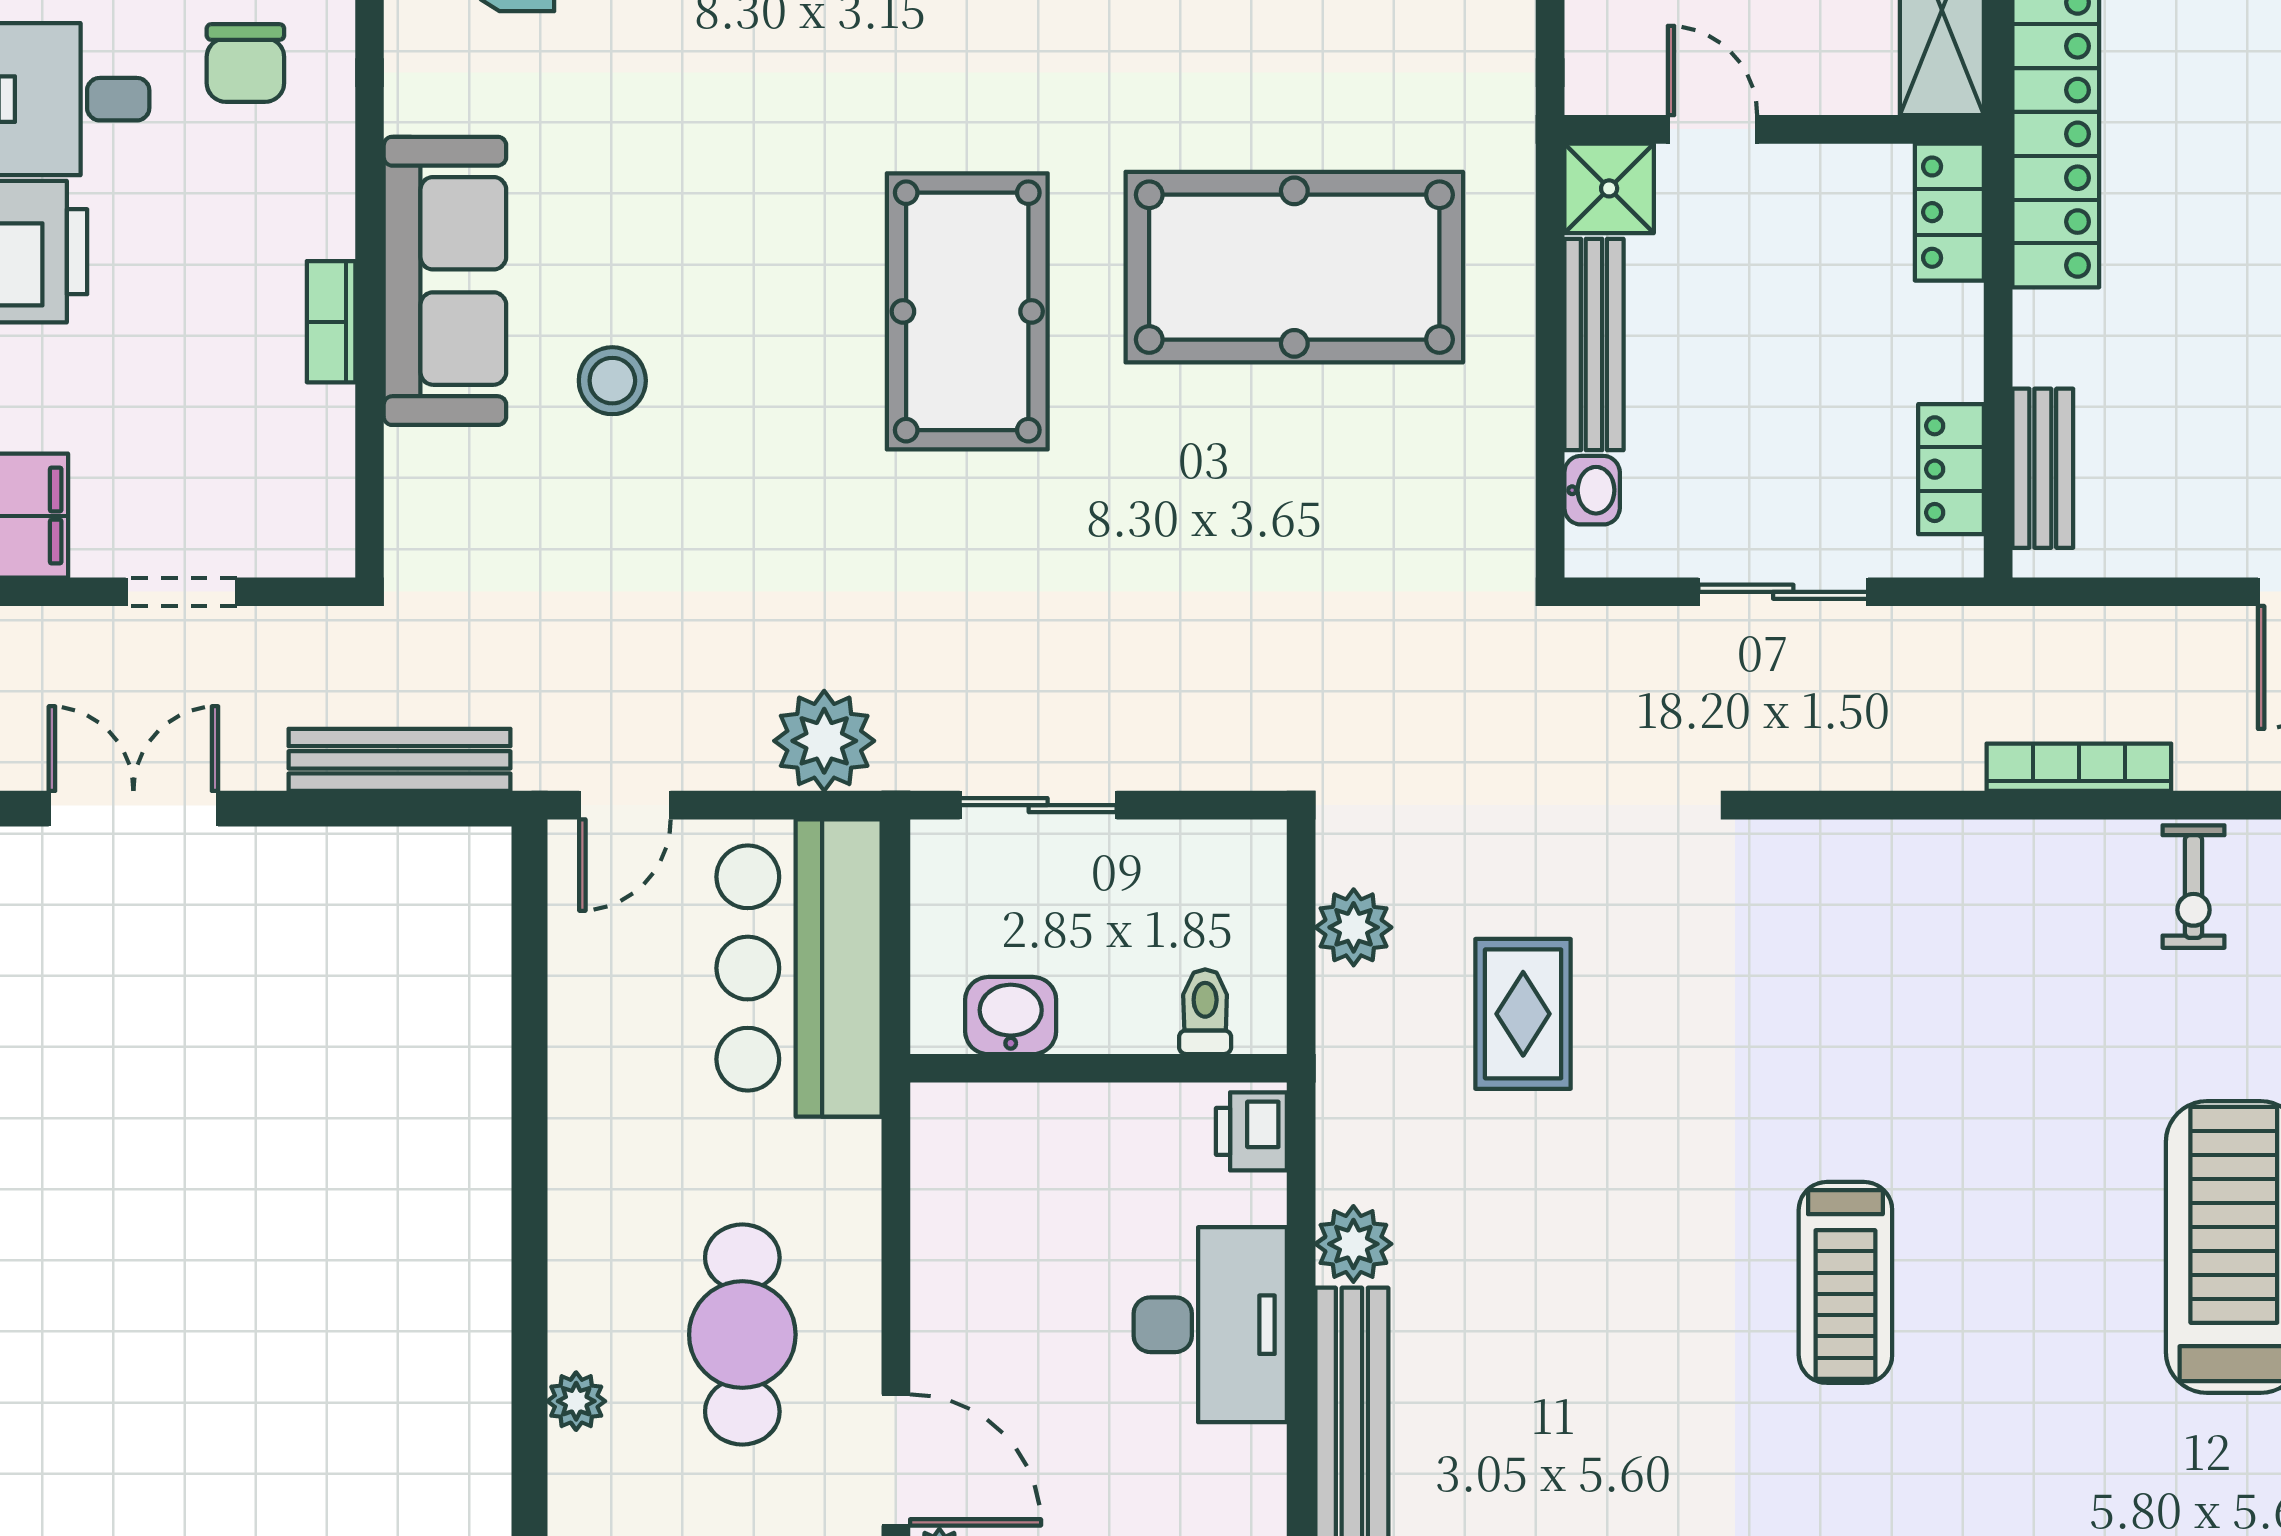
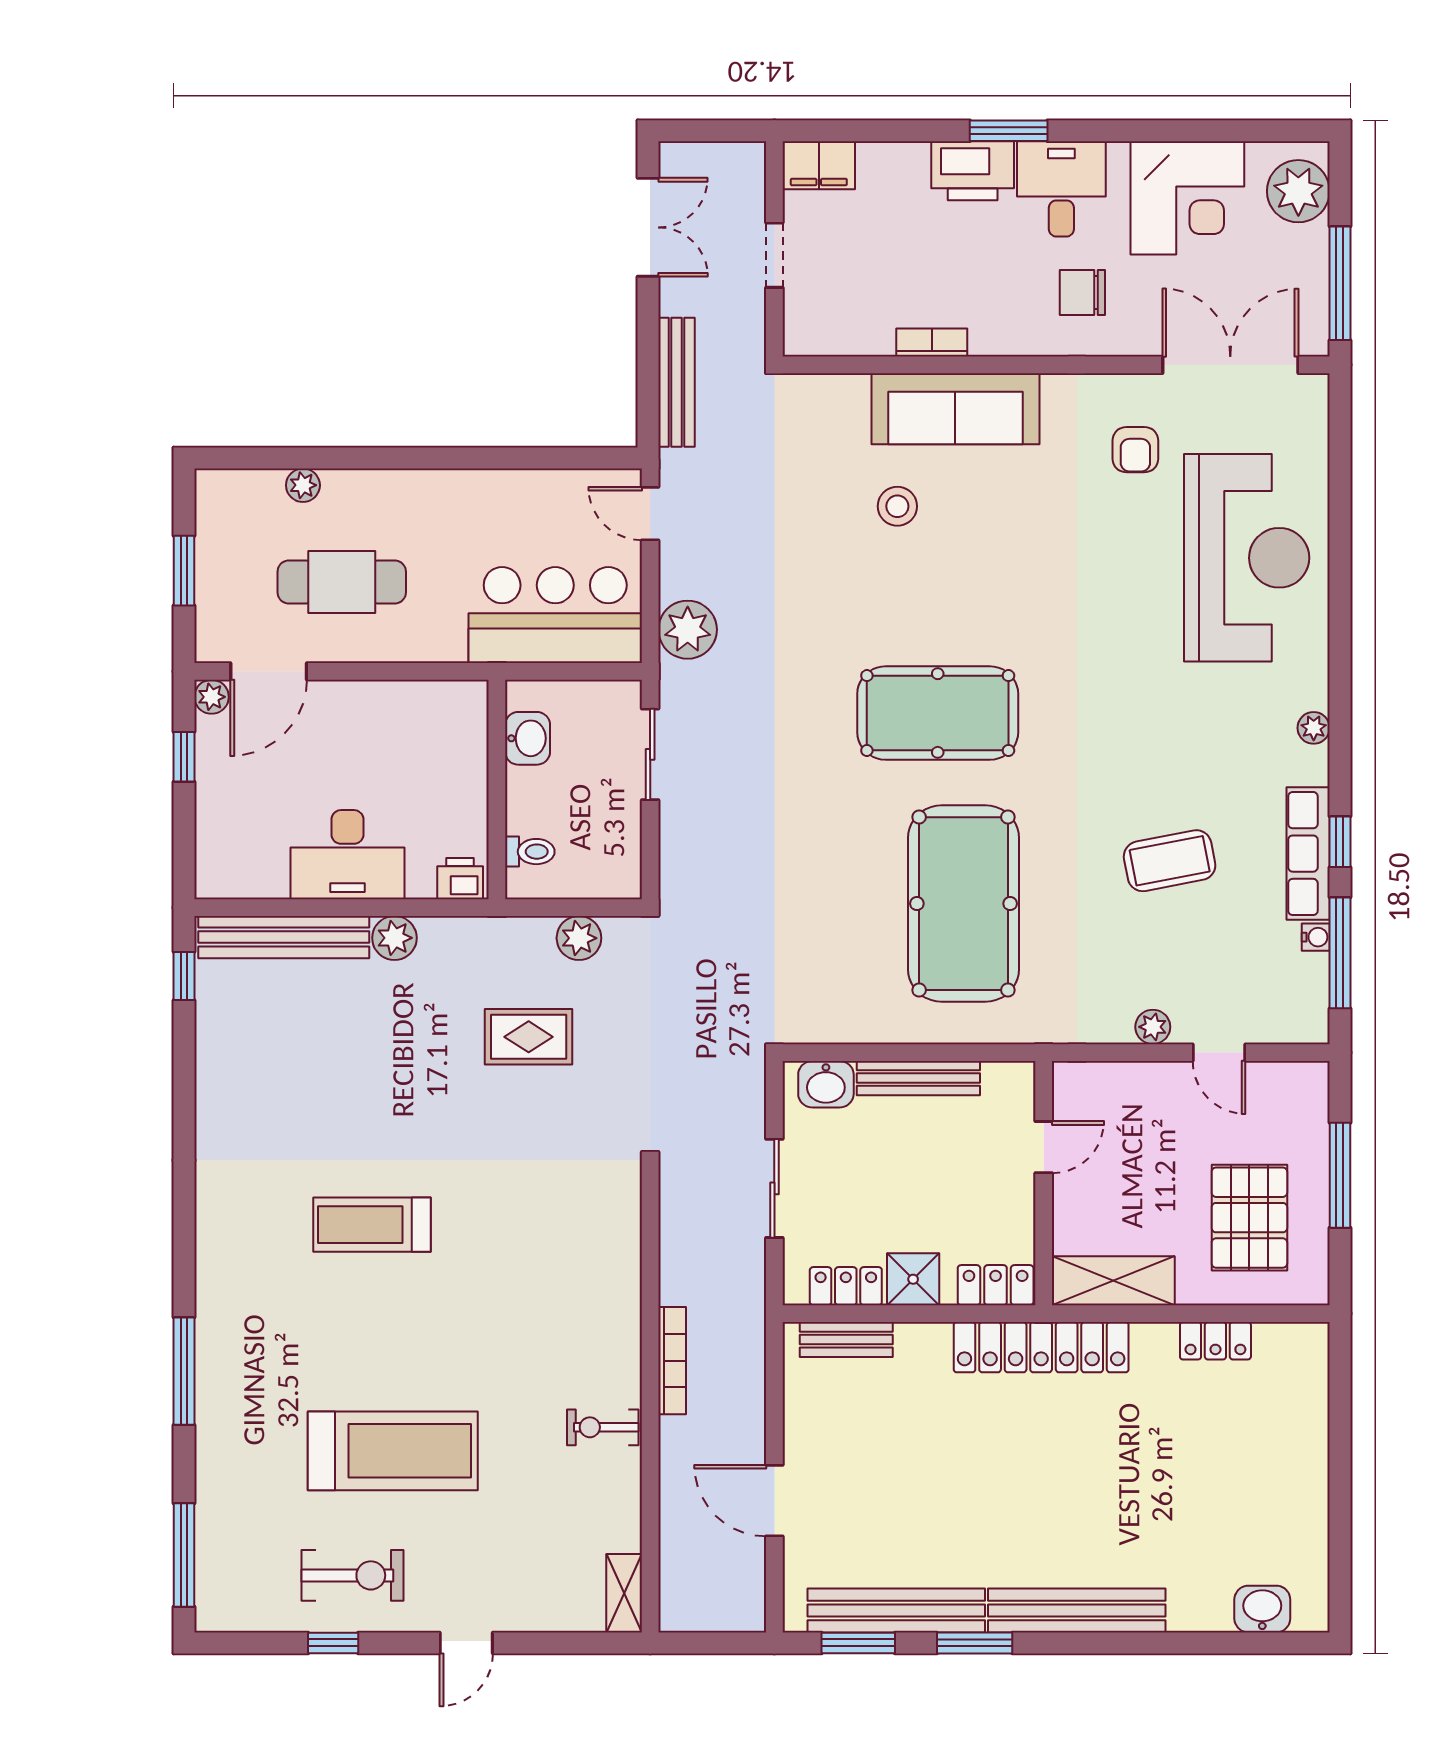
shower: (1609, 188) -> (913, 1279), moved
washbasin: (1592, 490) -> (826, 1084), width x1.38, depth x1.45

